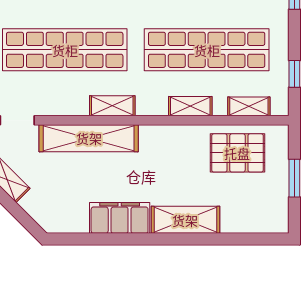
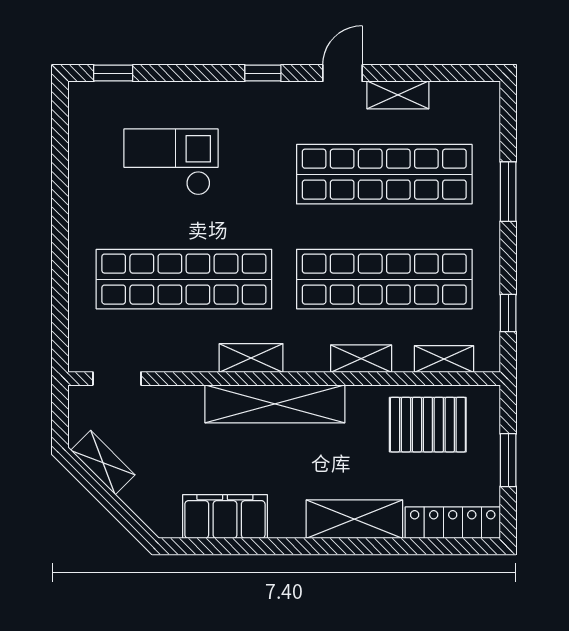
shelving: (89, 138) -> (275, 404), moved
filing cabinet: (120, 218) -> (225, 516), moved
locker: (255, 222) -> (453, 523), added

